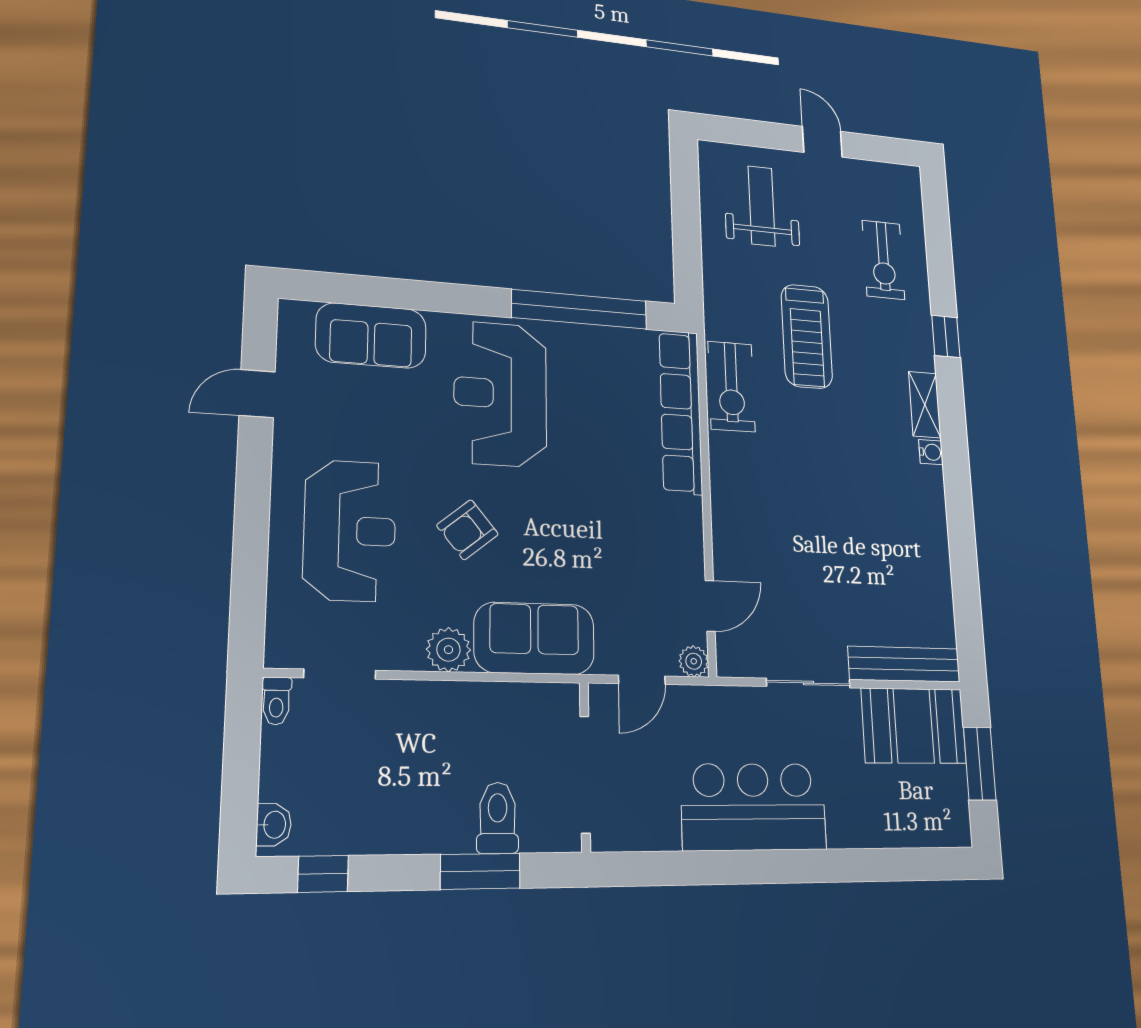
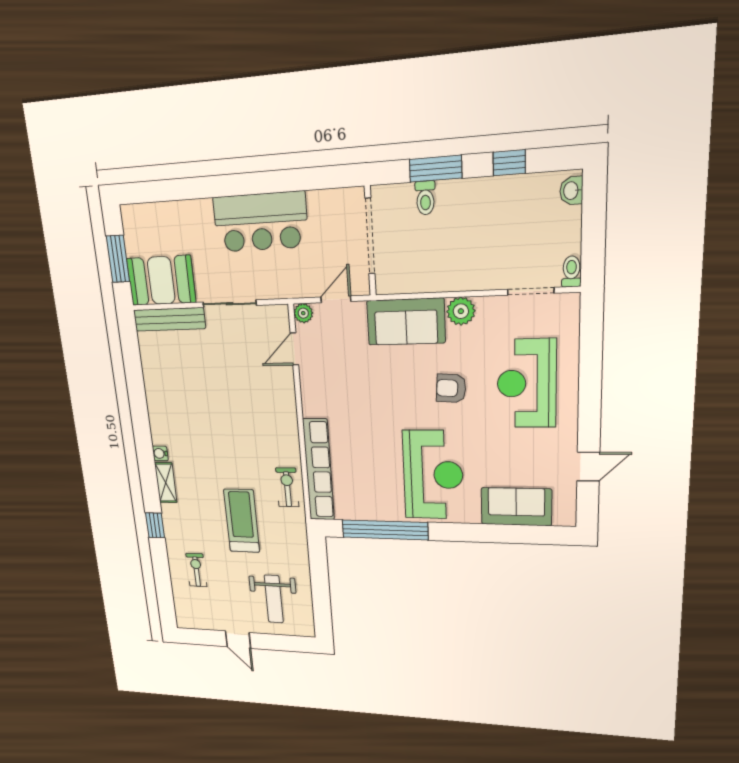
exercise bike: (883, 260) -> (196, 570), width x0.73, depth x0.72
exercise bike: (731, 386) -> (287, 487), width x0.73, depth x0.72
armchair: (467, 530) -> (451, 388), turned -137
toilet: (498, 818) -> (425, 198), width x0.73, depth x0.72
window: (323, 874) -> (509, 163), moved

